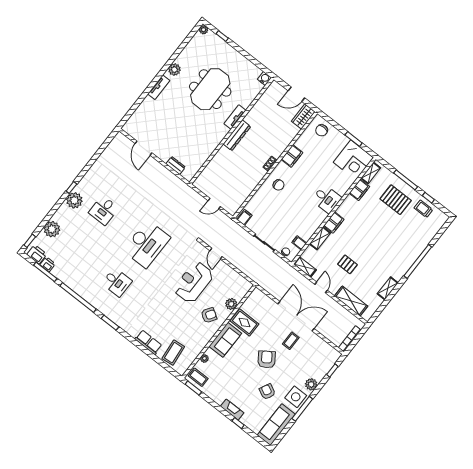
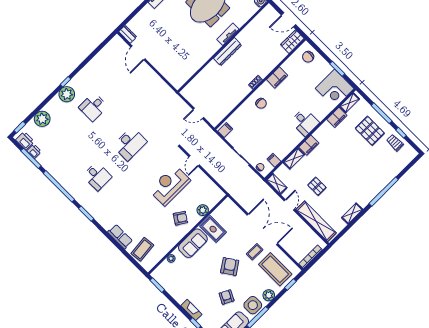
dresser: (176, 165) -> (128, 34), moved
desk: (147, 244) -> (130, 144), width x0.73, depth x0.77
shelving: (351, 301) -> (316, 221), width x1.47
coffee table: (198, 377) -> (275, 269), moved, width x1.86, depth x1.72

